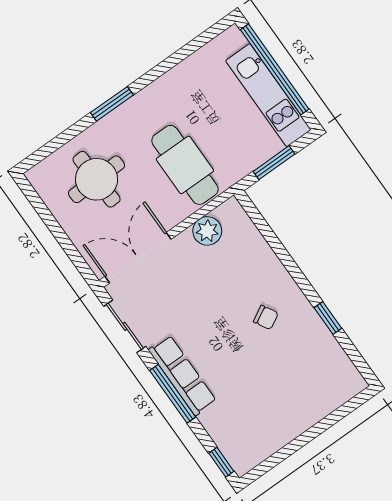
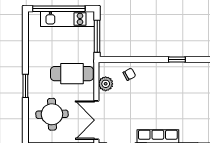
window: (274, 163) -> (97, 36), width x1.44
chair: (266, 317) -> (129, 74), moved

